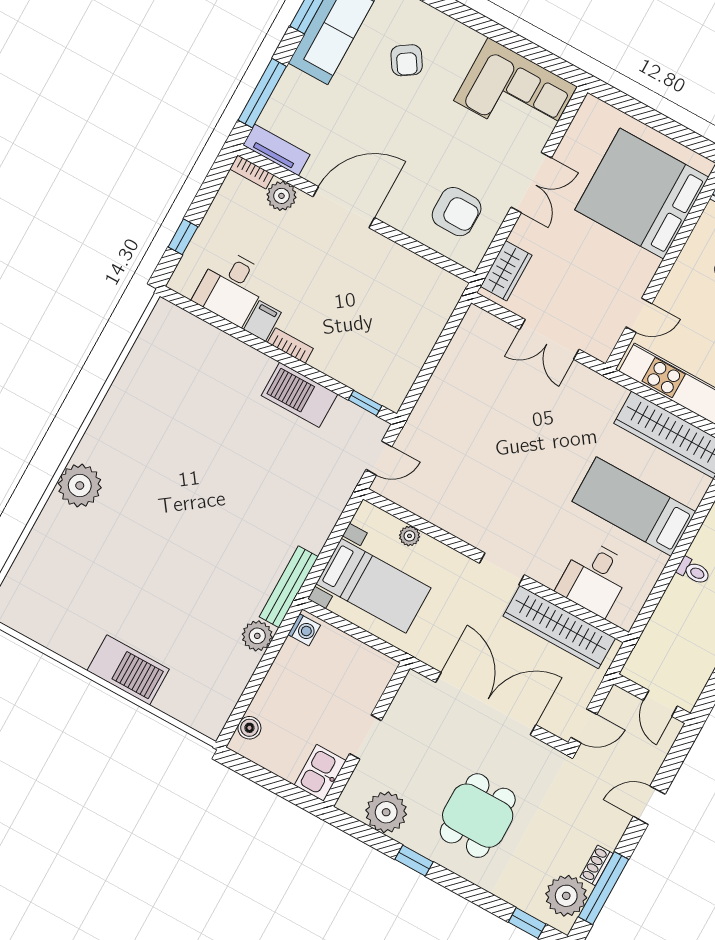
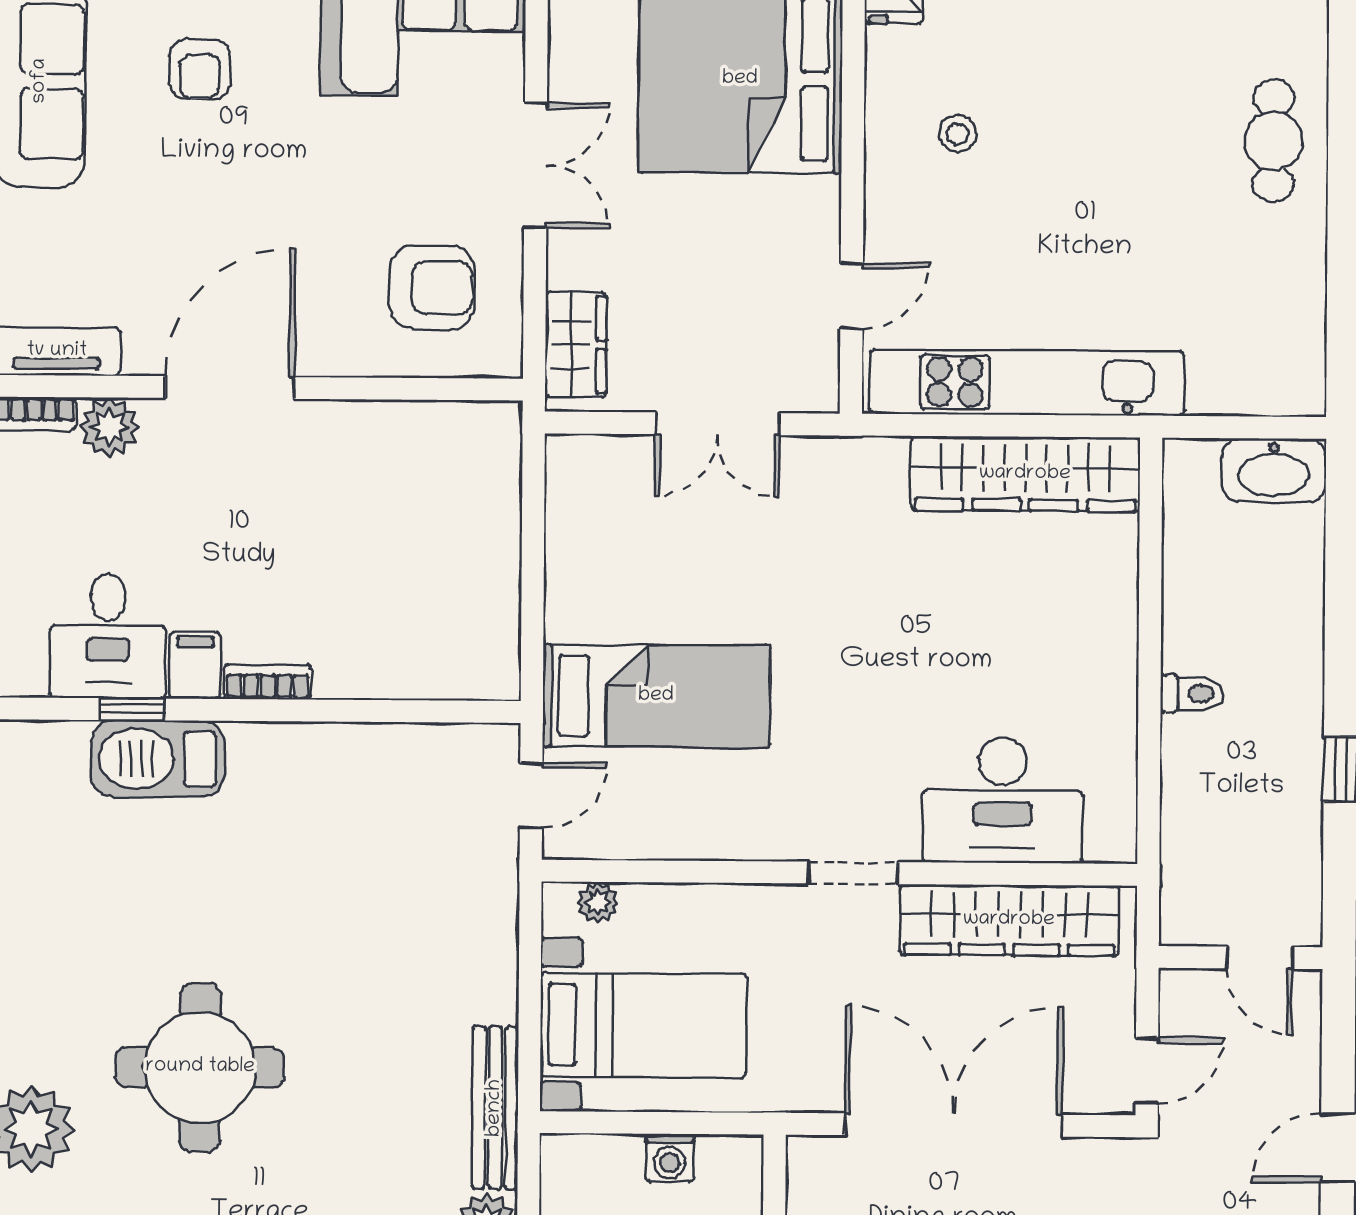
armchair: (407, 60) -> (200, 69), turned 33
barbecue: (299, 395) -> (158, 759), moved
window: (365, 403) -> (132, 709), moved
round table: (169, 499) -> (200, 1067), added
bed: (634, 507) -> (656, 696), moved, turned 180
plant: (409, 536) -> (598, 902), moved
desk: (594, 578) -> (1003, 800), width x1.37
washing machine: (304, 630) -> (670, 1158), moved, turned 90

